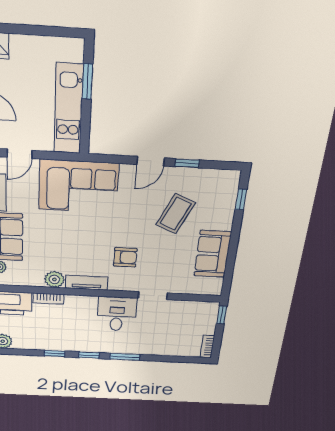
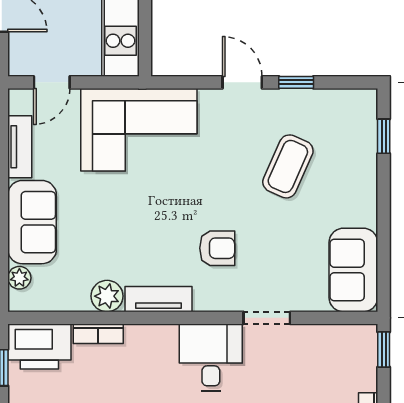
door: (151, 161) -> (242, 82), swing flipped
sofa: (213, 254) -> (353, 270), moved

